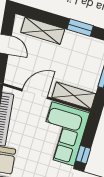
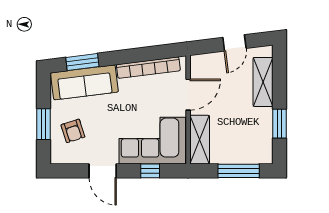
door: (35, 94) -> (188, 95), hinge flipped
window: (83, 155) -> (150, 171), moved

